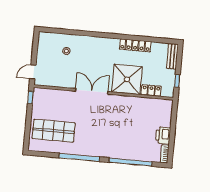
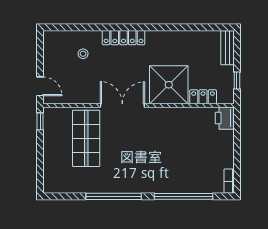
locker: (135, 45) -> (123, 38), moved
door: (33, 72) -> (40, 86), swing flipped
shop shelf: (54, 131) -> (86, 138), moved, turned 90
printer: (163, 136) -> (225, 118), moved

